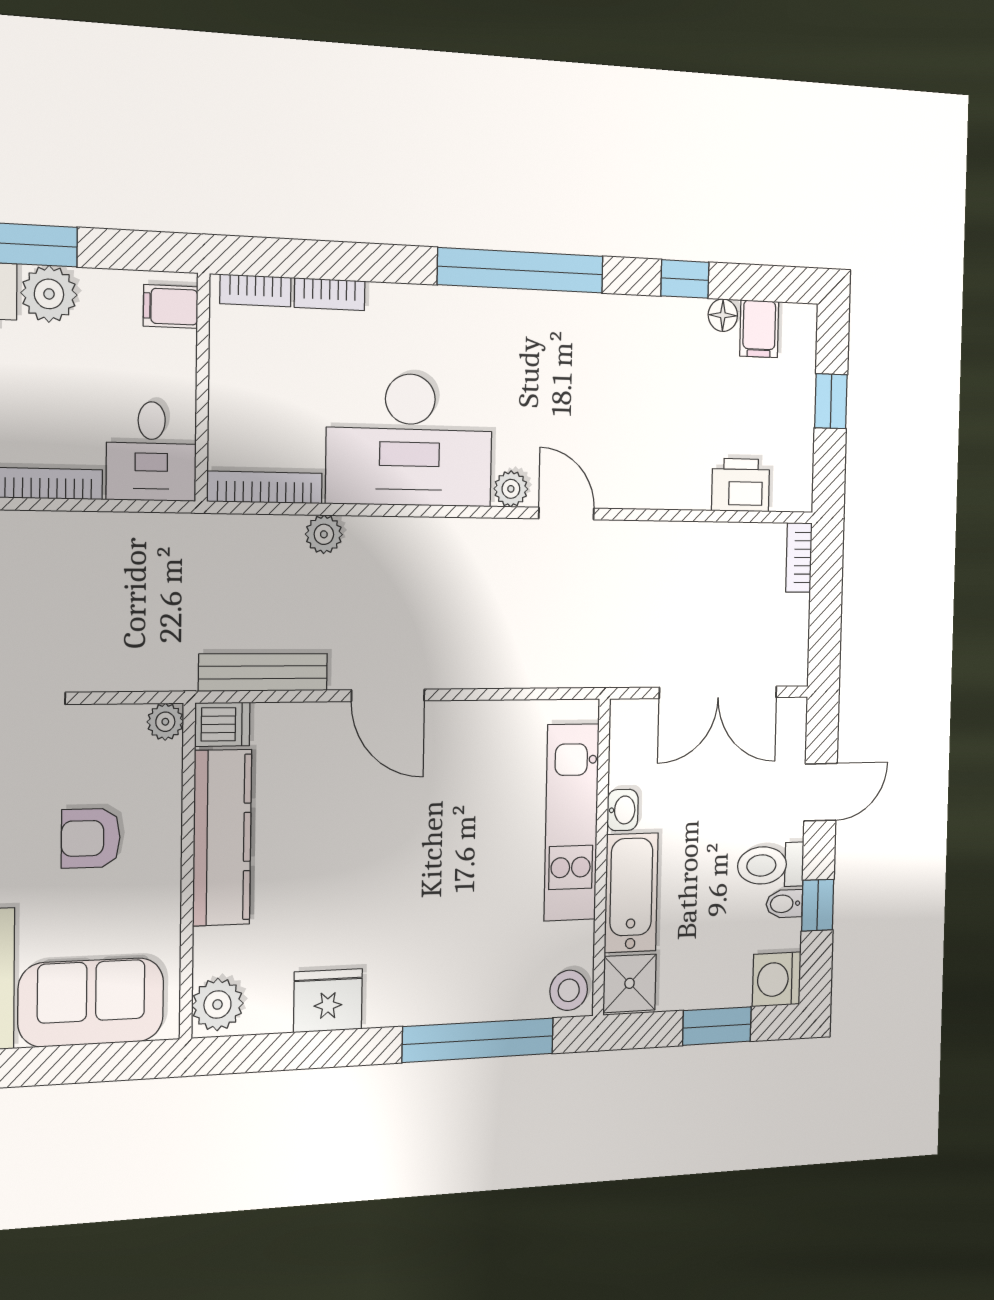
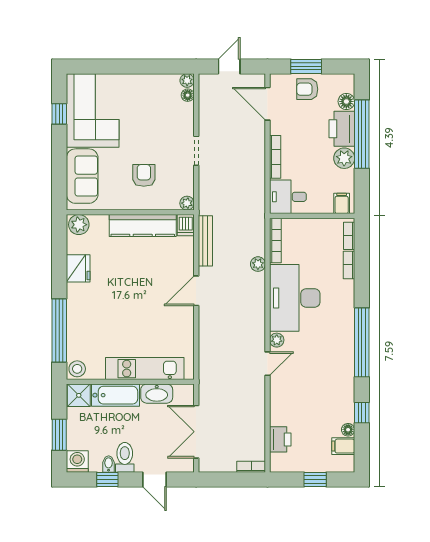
washbasin: (623, 810) -> (157, 394), width x1.91, depth x1.45

